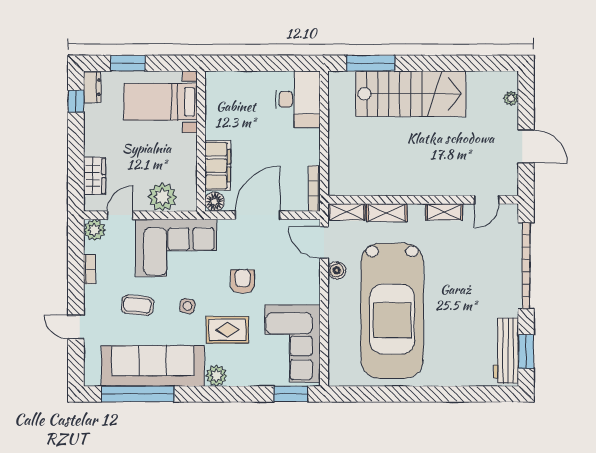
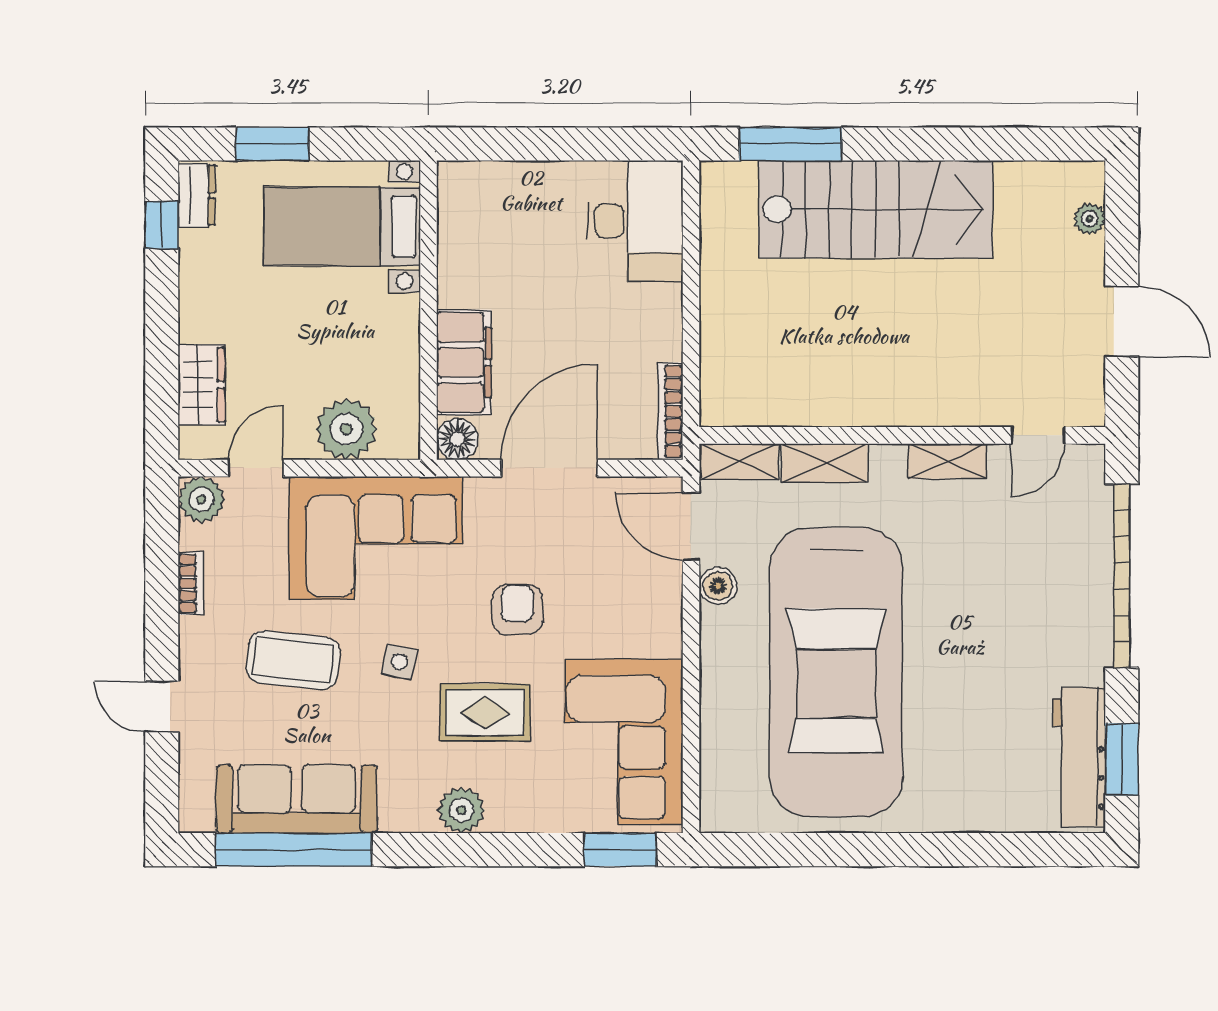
coffee table: (137, 305) -> (293, 660), width x1.36, depth x1.30
sofa: (153, 366) -> (297, 799), width x0.74, depth x0.79

